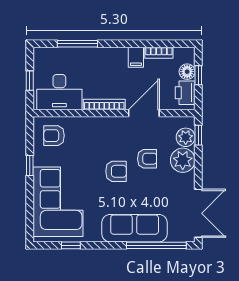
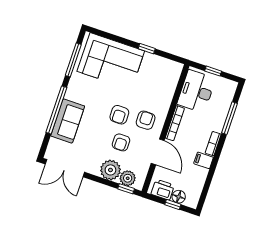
bookcase: (159, 53) -> (213, 144), moved
armchair: (54, 136) -> (146, 120), moved
sofa: (135, 228) -> (68, 121), width x0.73
window: (71, 245) -> (73, 60), width x2.17
window: (156, 245) -> (56, 110), moved

